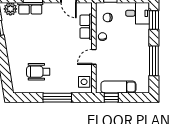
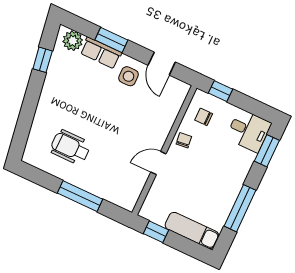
row of seats: (86, 27) -> (167, 116), removed
side table: (84, 82) -> (129, 76), moved
exam couch: (118, 87) -> (192, 230), moved

